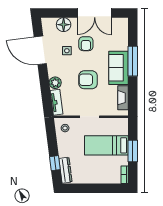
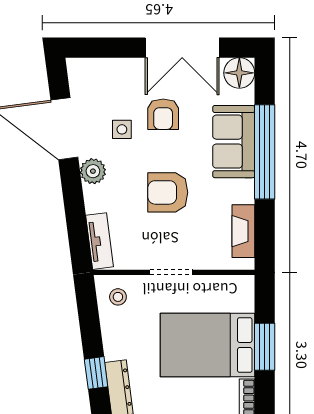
floor lamp: (64, 25) -> (239, 73), moved
window: (133, 61) -> (265, 152), width x1.46
sofa: (119, 68) -> (234, 142), moved
plant: (55, 83) -> (93, 171), moved
bed: (106, 145) -> (208, 345), width x1.50

